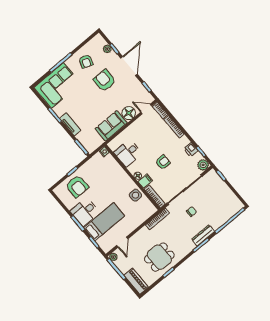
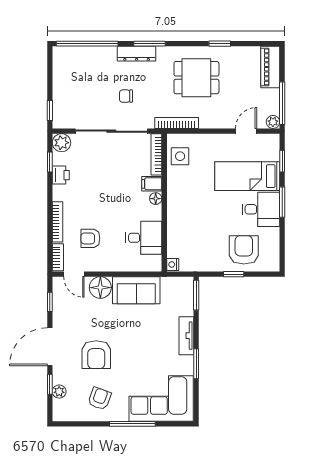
armchair: (163, 162) -> (90, 238), moved
side table: (135, 195) -> (180, 156), moved
dining table: (159, 257) -> (196, 78), moved

